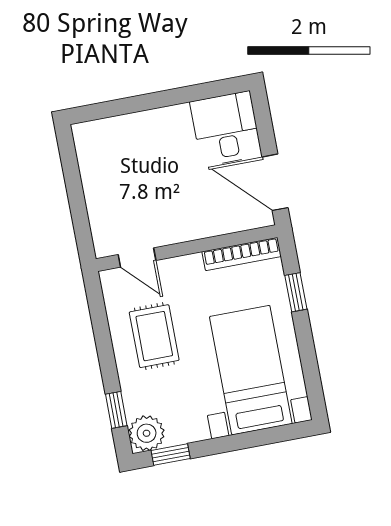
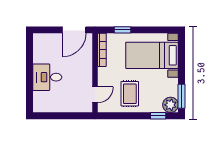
desk: (226, 129) -> (47, 77), moved
rug: (154, 336) -> (130, 94), turned 90
window: (171, 455) -> (182, 96), width x1.50

